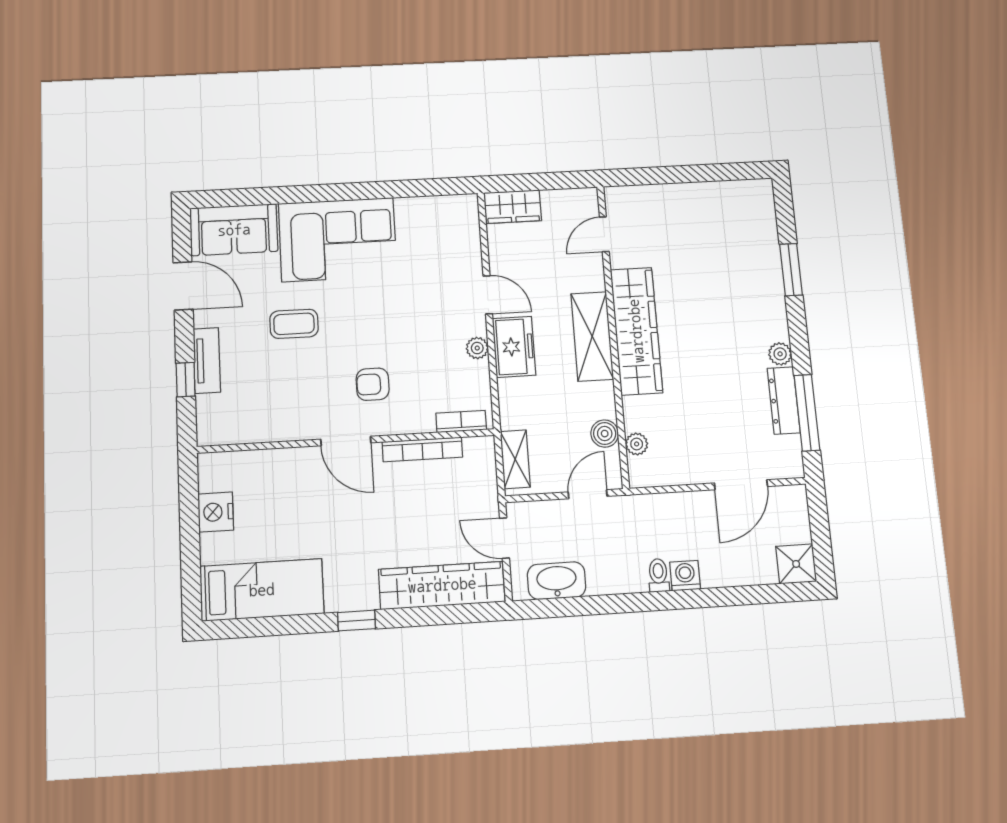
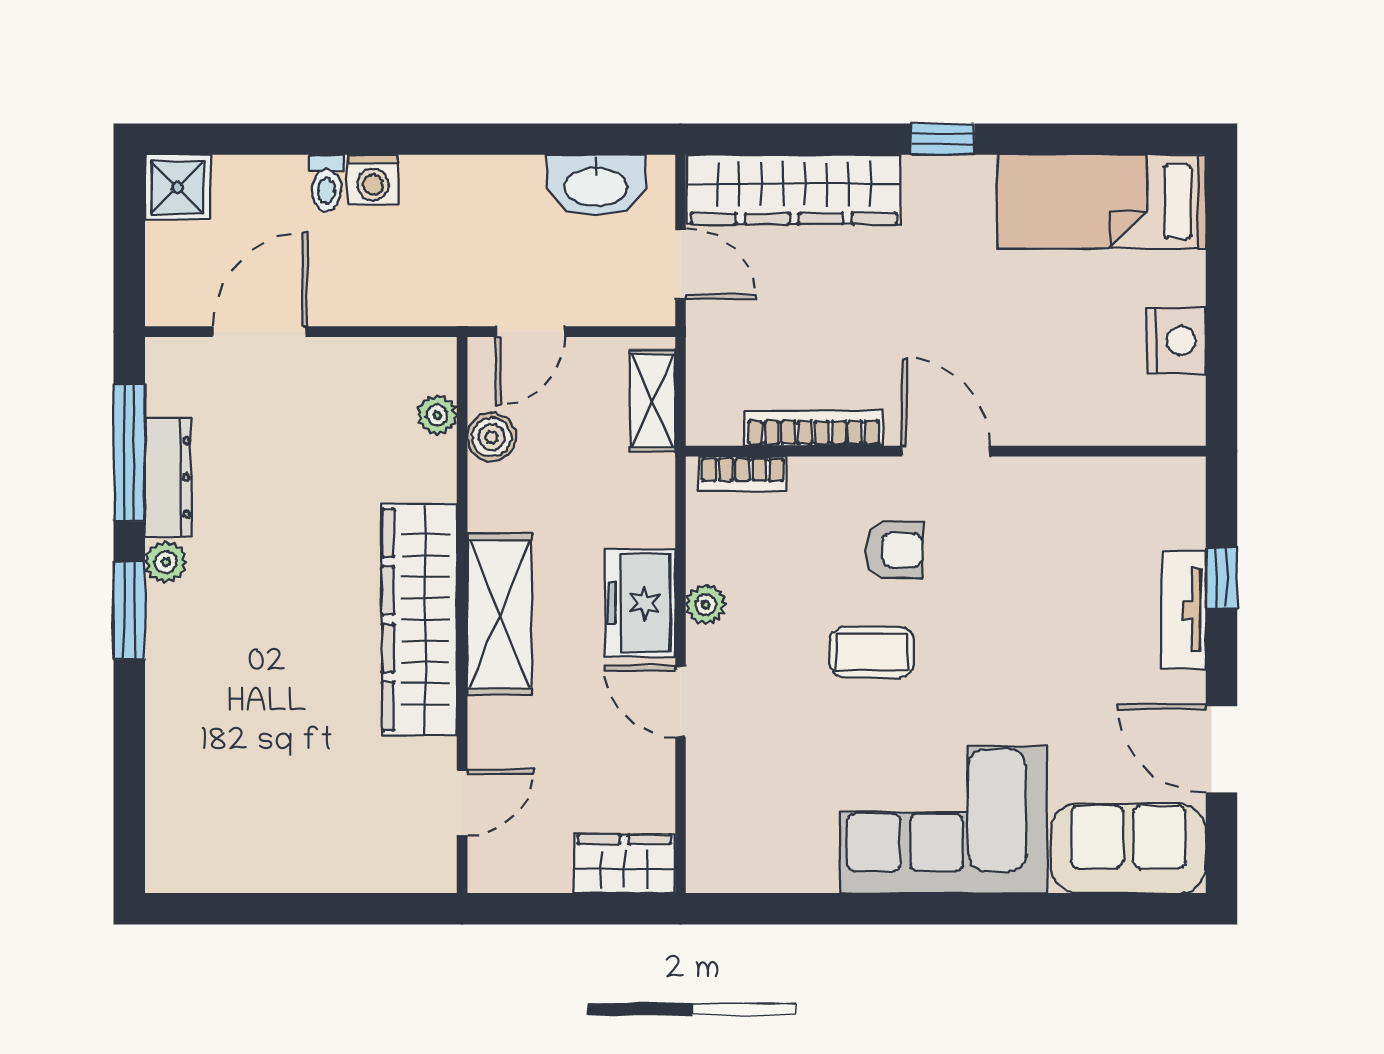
window: (791, 270) -> (129, 611), moved
coffee table: (294, 324) -> (872, 652), moved
toilet: (658, 575) -> (327, 183), moved

